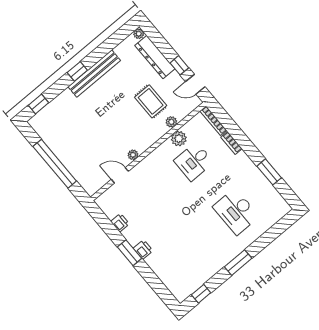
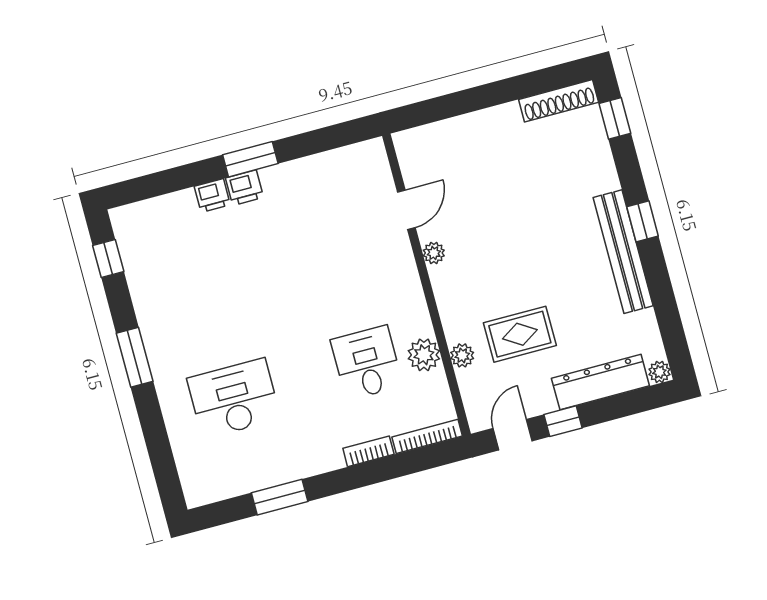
shoe rack: (42, 132) -> (559, 101), added
window: (55, 164) -> (487, 96), removed
printer: (120, 223) -> (212, 196), moved

